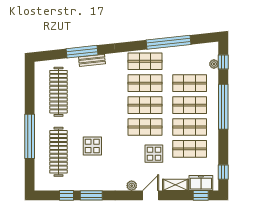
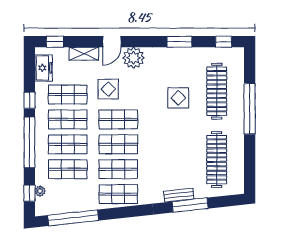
window: (168, 42) -> (73, 218), moved
window: (223, 172) -> (29, 100), moved
freezer: (201, 183) -> (44, 68), moved, turned -90
plant: (132, 186) -> (134, 58), width x1.88, depth x1.88
window: (66, 195) -> (224, 42), moved

